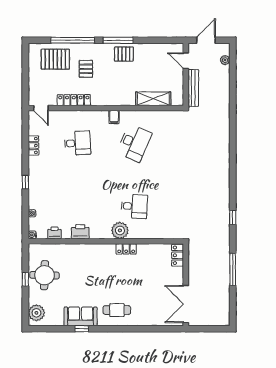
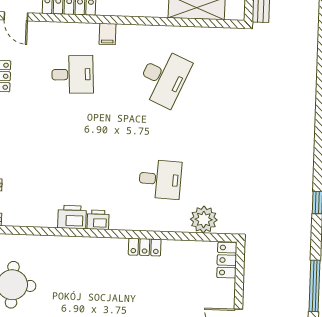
filing cabinet: (114, 117) -> (108, 34), moved
plant: (120, 230) -> (204, 220), moved
printer: (54, 233) -> (98, 220), moved

